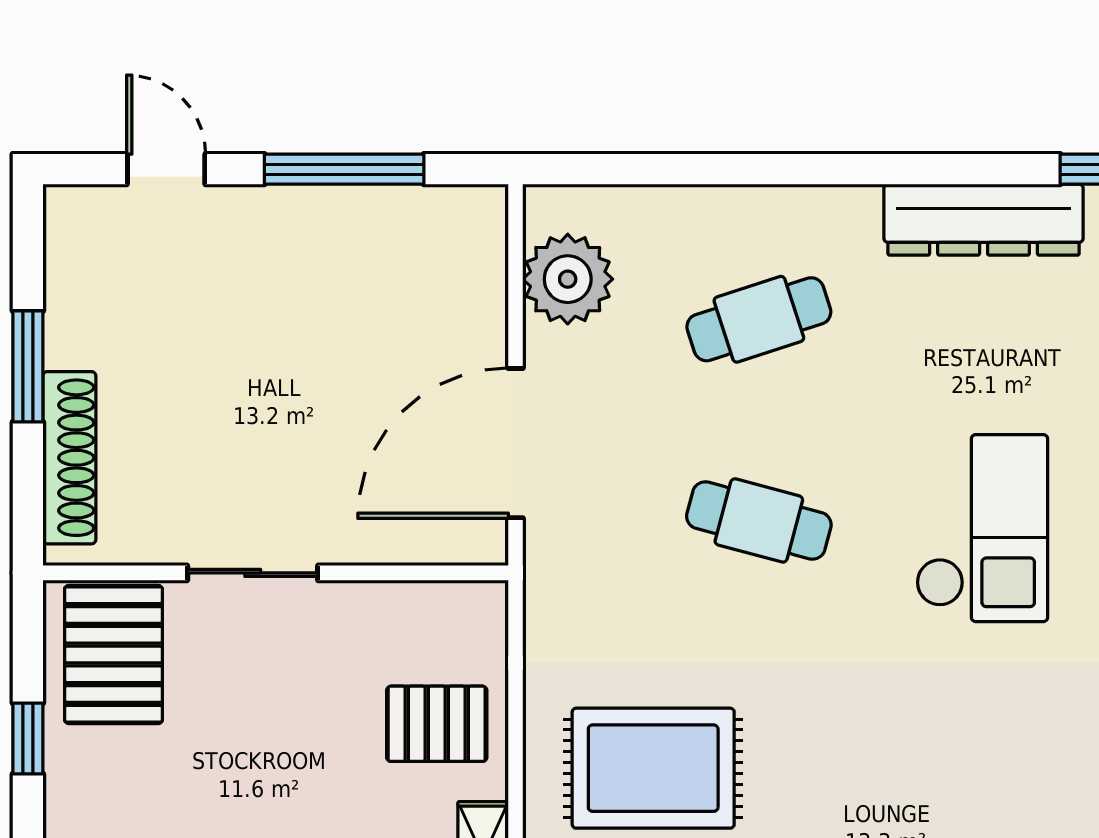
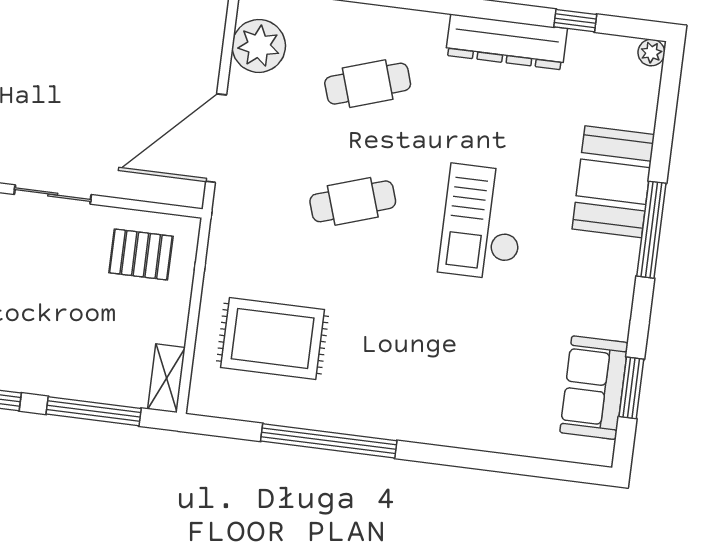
cafe table: (759, 520) -> (353, 201), turned -33
checkout: (982, 528) -> (483, 222), turned 180
pallet: (437, 724) -> (141, 255), moved

